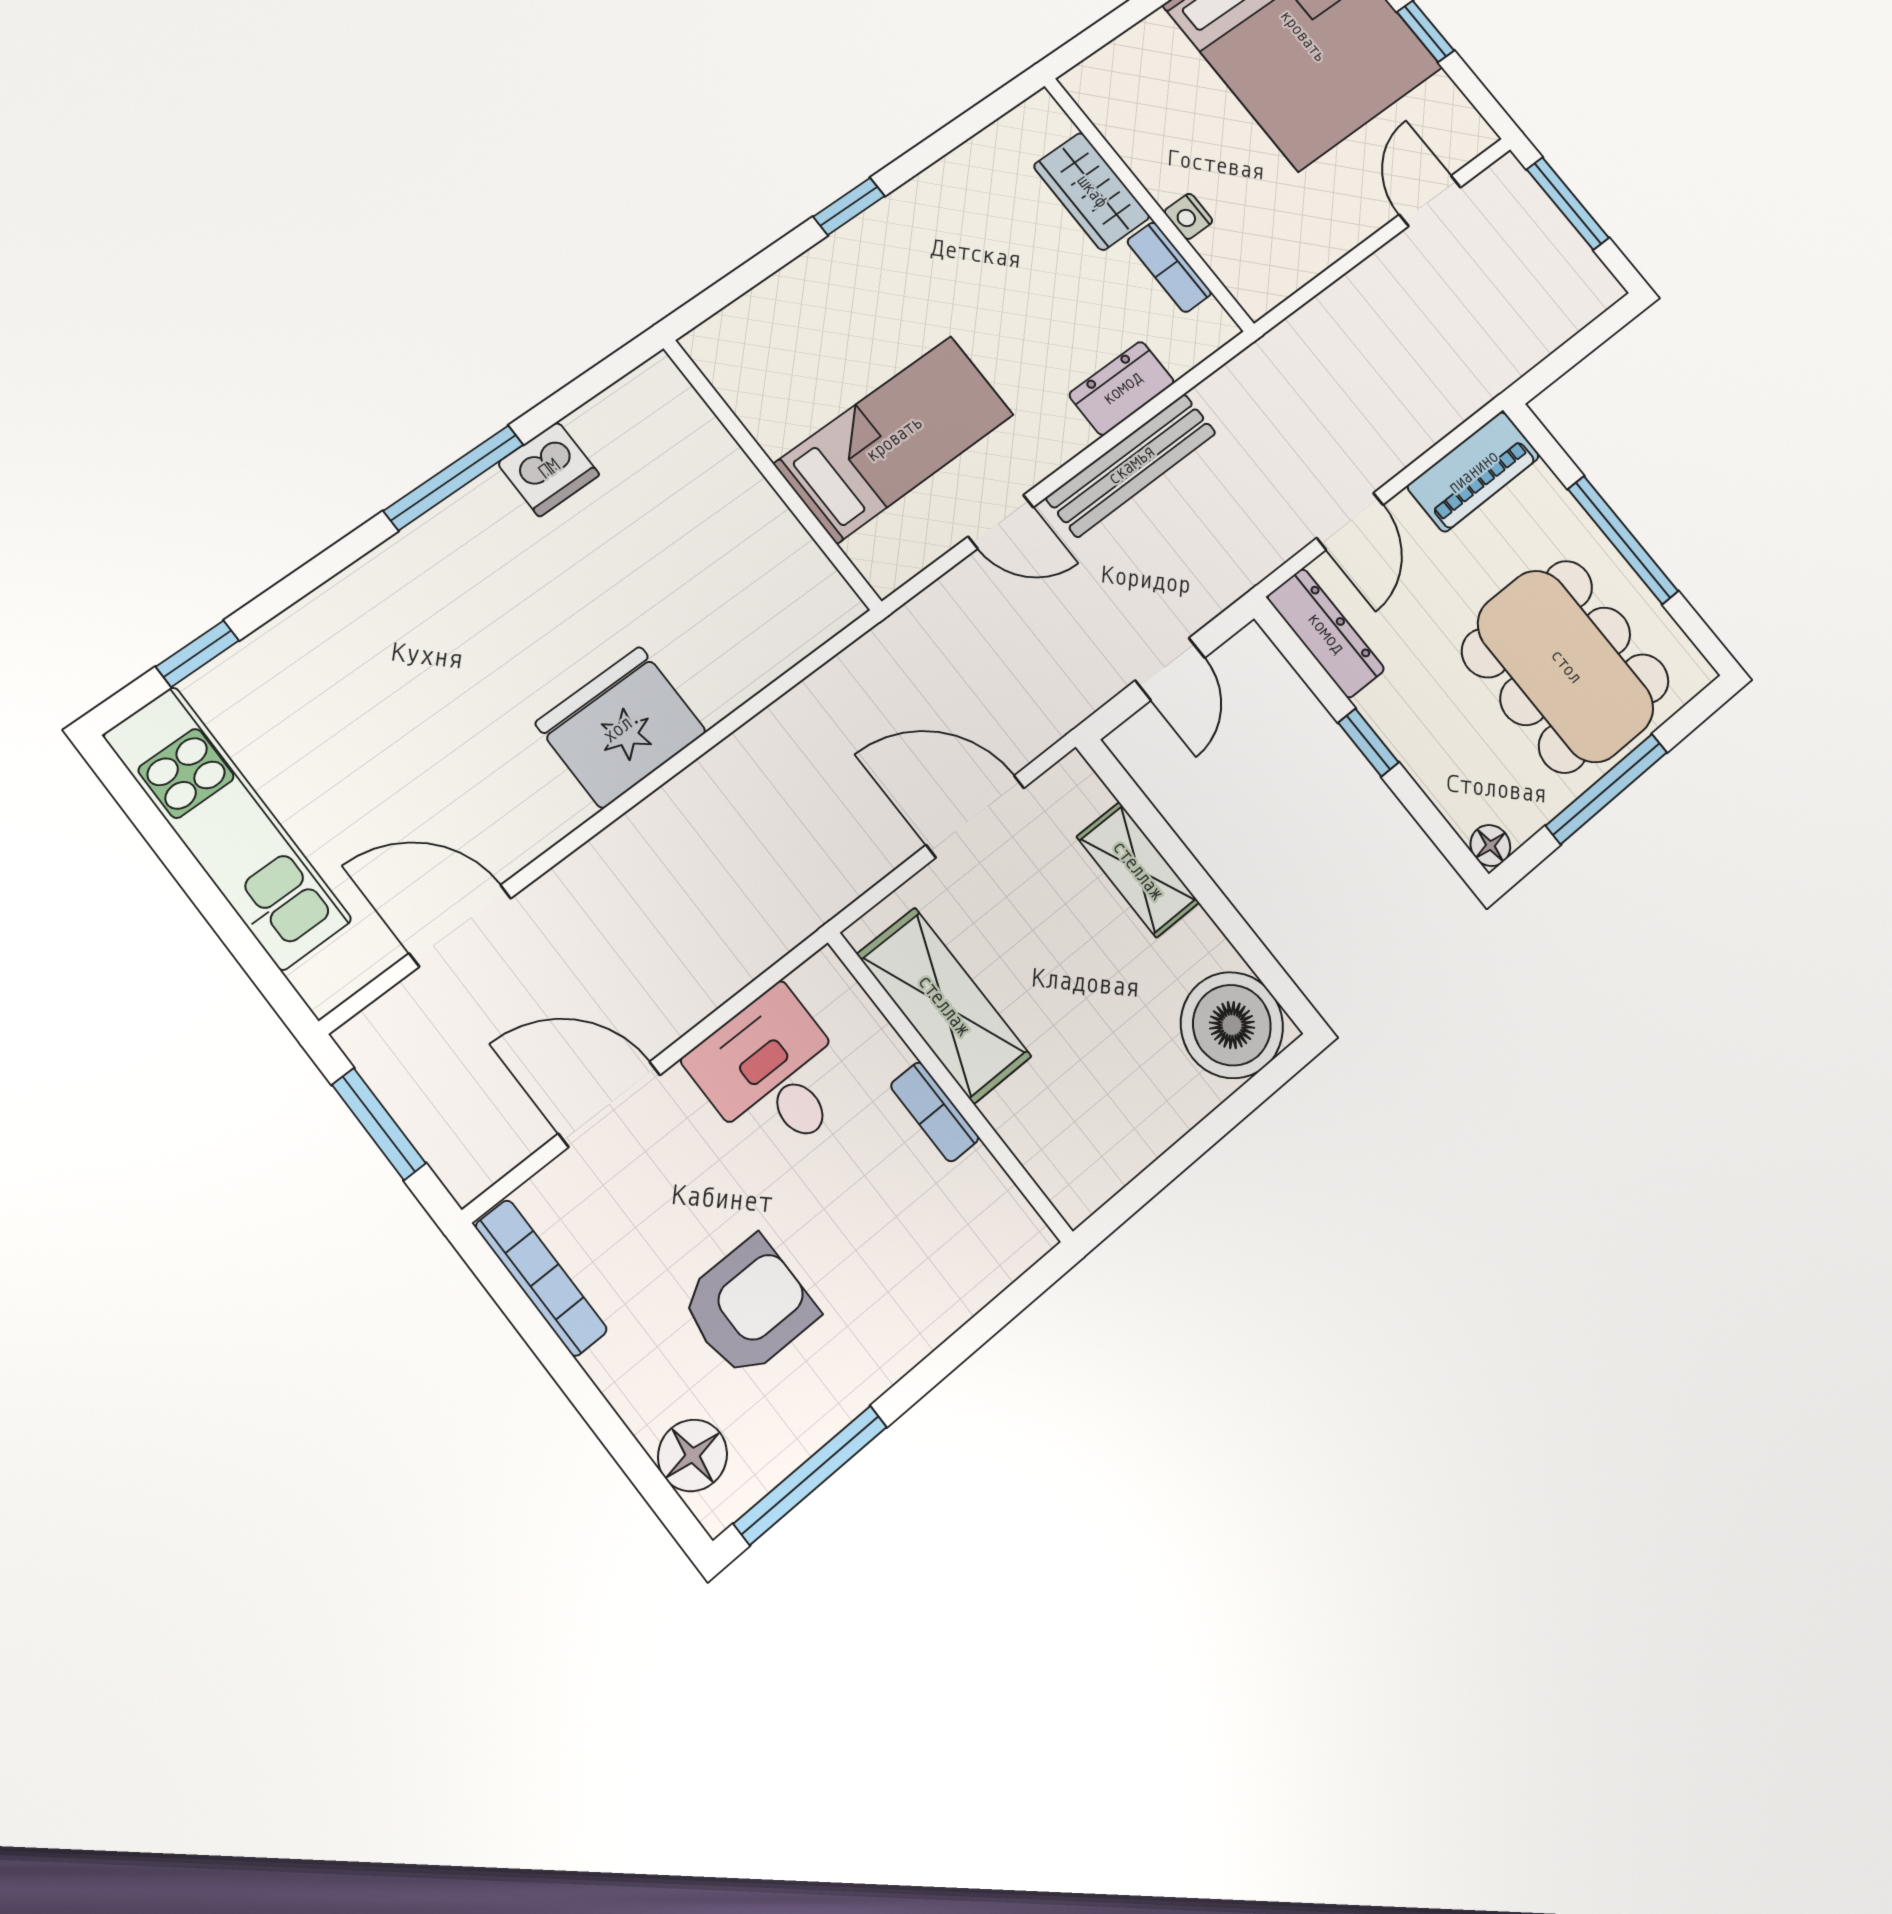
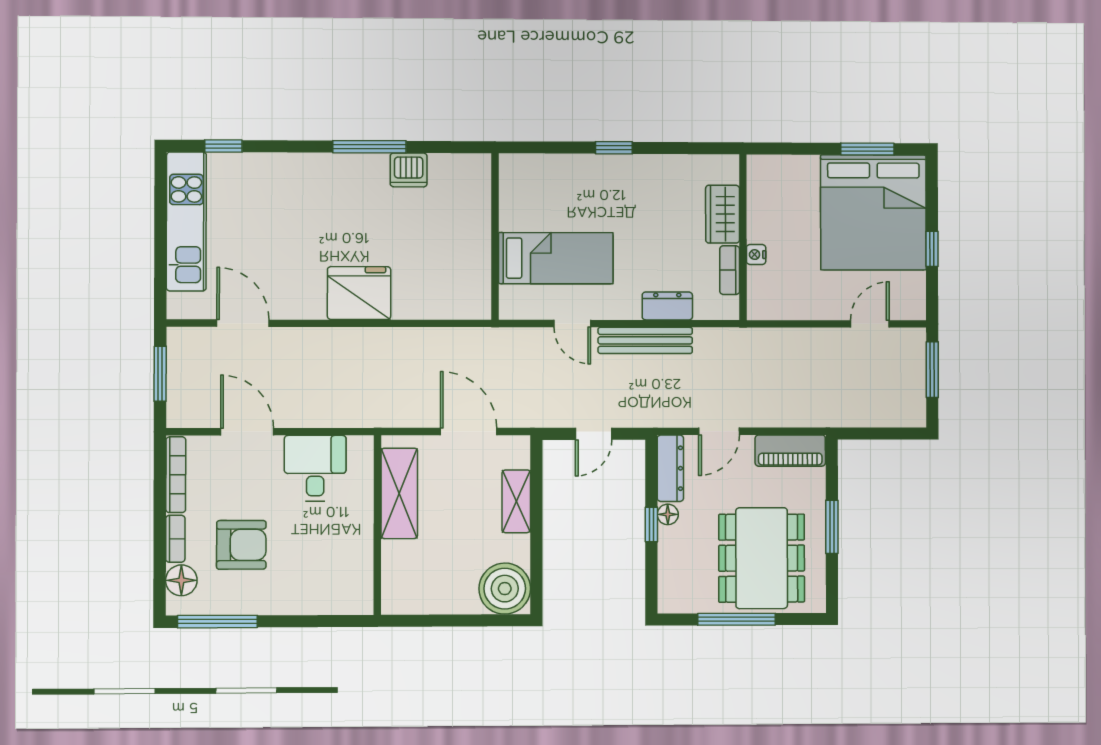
window: (1623, 540) -> (832, 527), width x0.69
floor lamp: (1490, 846) -> (668, 514), moved
bookcase: (935, 1112) -> (175, 539), moved, turned 180

